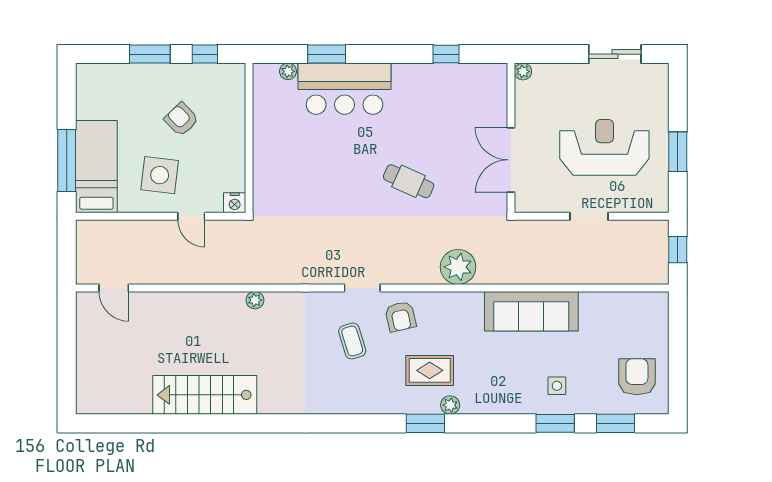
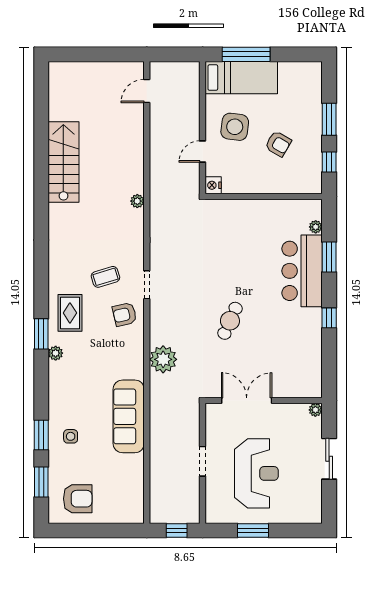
window: (446, 54) -> (329, 318), moved
sliding door: (615, 54) -> (329, 459), moved
armchair: (181, 119) -> (278, 144), turned 74
rug: (430, 370) -> (70, 313), moved

